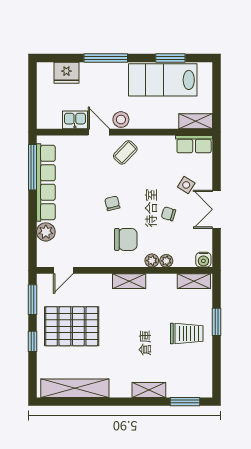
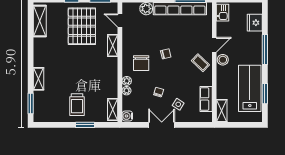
kitchen sink: (75, 120) -> (223, 13), moved
row of seats: (194, 144) -> (206, 99), moved
shelving: (129, 281) -> (113, 46), moved
shelving: (75, 388) -> (40, 21), width x0.68

